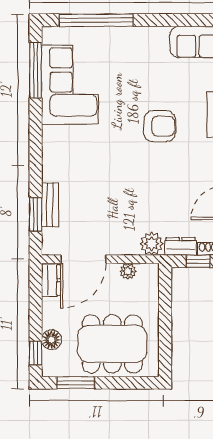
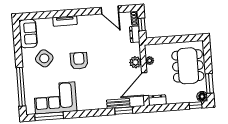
side table: (147, 69) -> (44, 58), added
armchair: (160, 126) -> (79, 61), moved
plant: (152, 244) -> (135, 62), moved
door: (83, 259) -> (145, 84), swing flipped
floor lamp: (51, 340) -> (202, 96), moved

